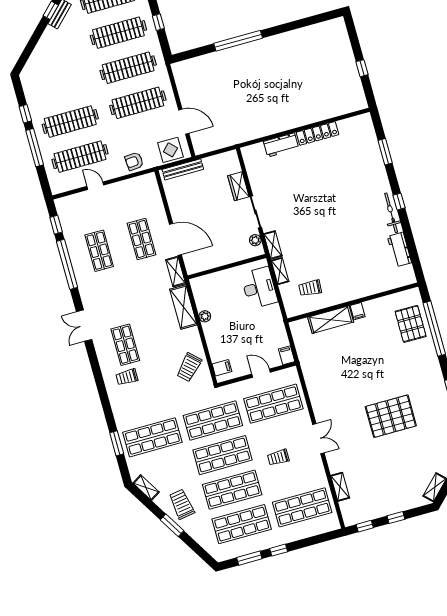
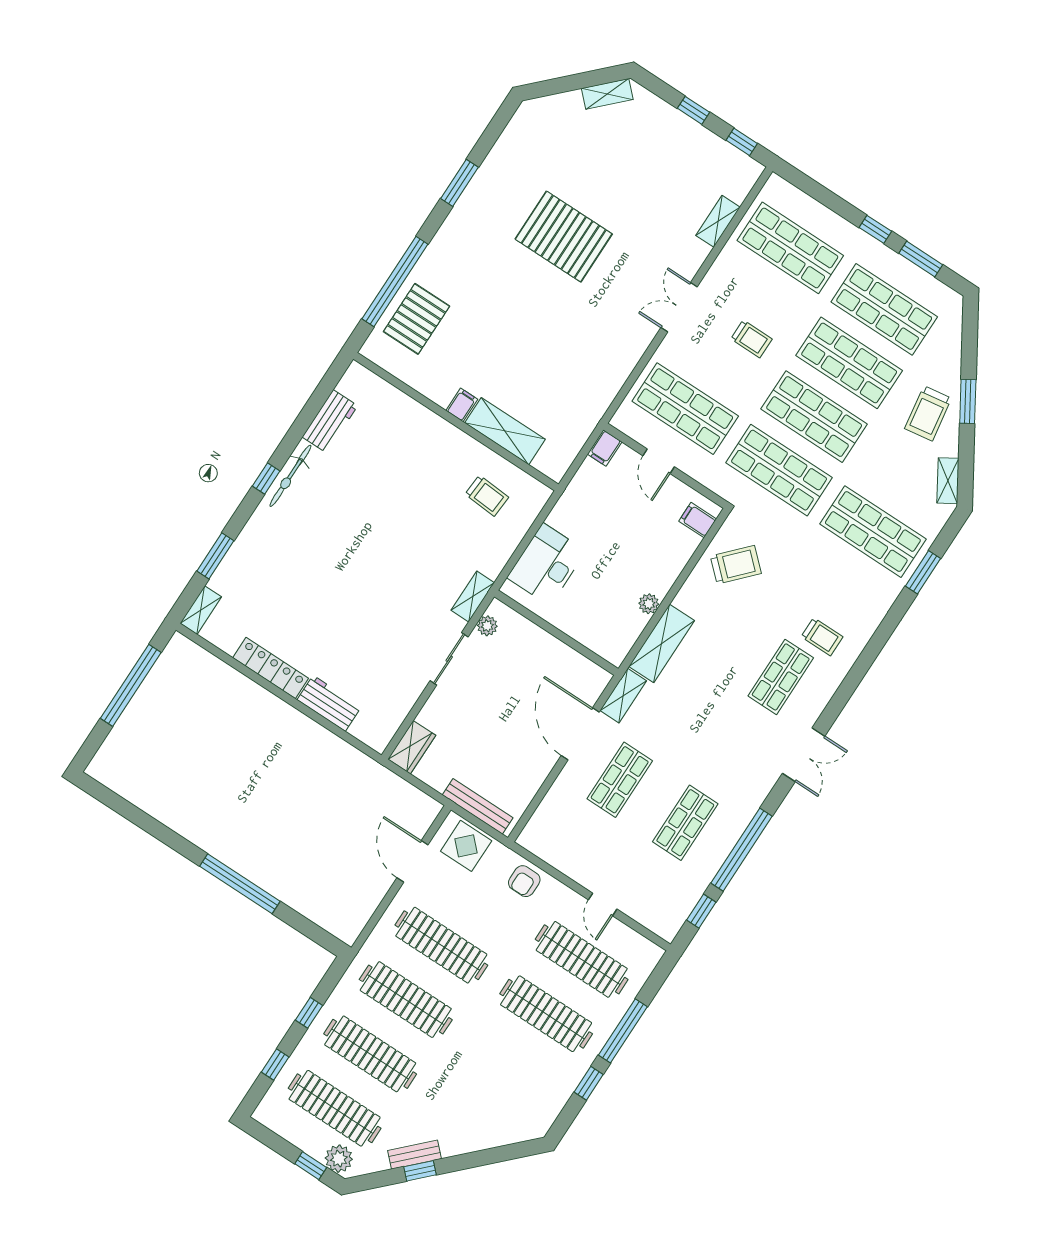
window: (362, 68) -> (131, 685), width x3.17
armchair: (134, 161) -> (524, 881), turned 94
wardrobe: (238, 186) -> (412, 747), moved
shelving: (280, 271) -> (201, 610), moved

